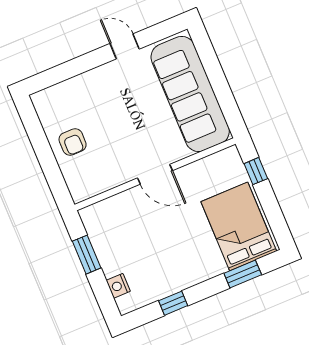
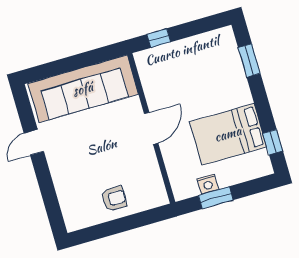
bed: (239, 226) -> (228, 134), moved
nightstand: (118, 286) -> (208, 184), moved
window: (173, 303) -> (273, 142), moved

